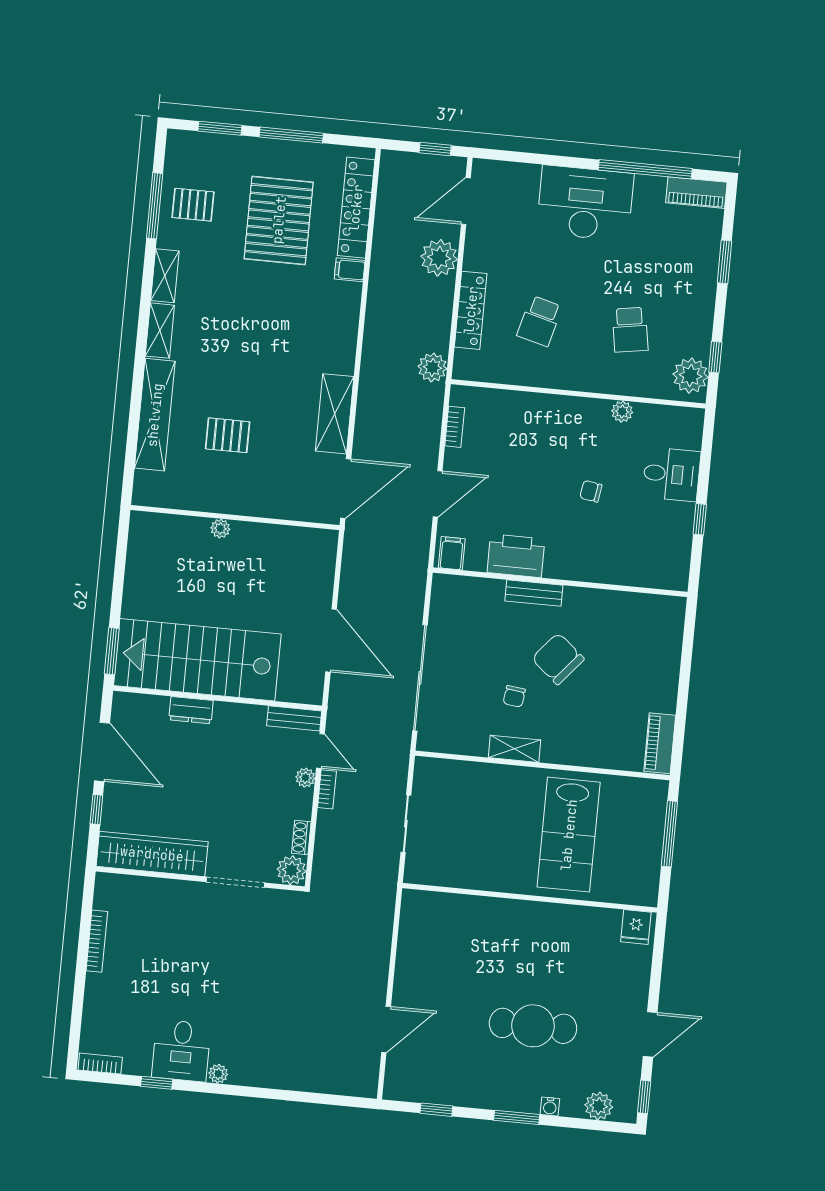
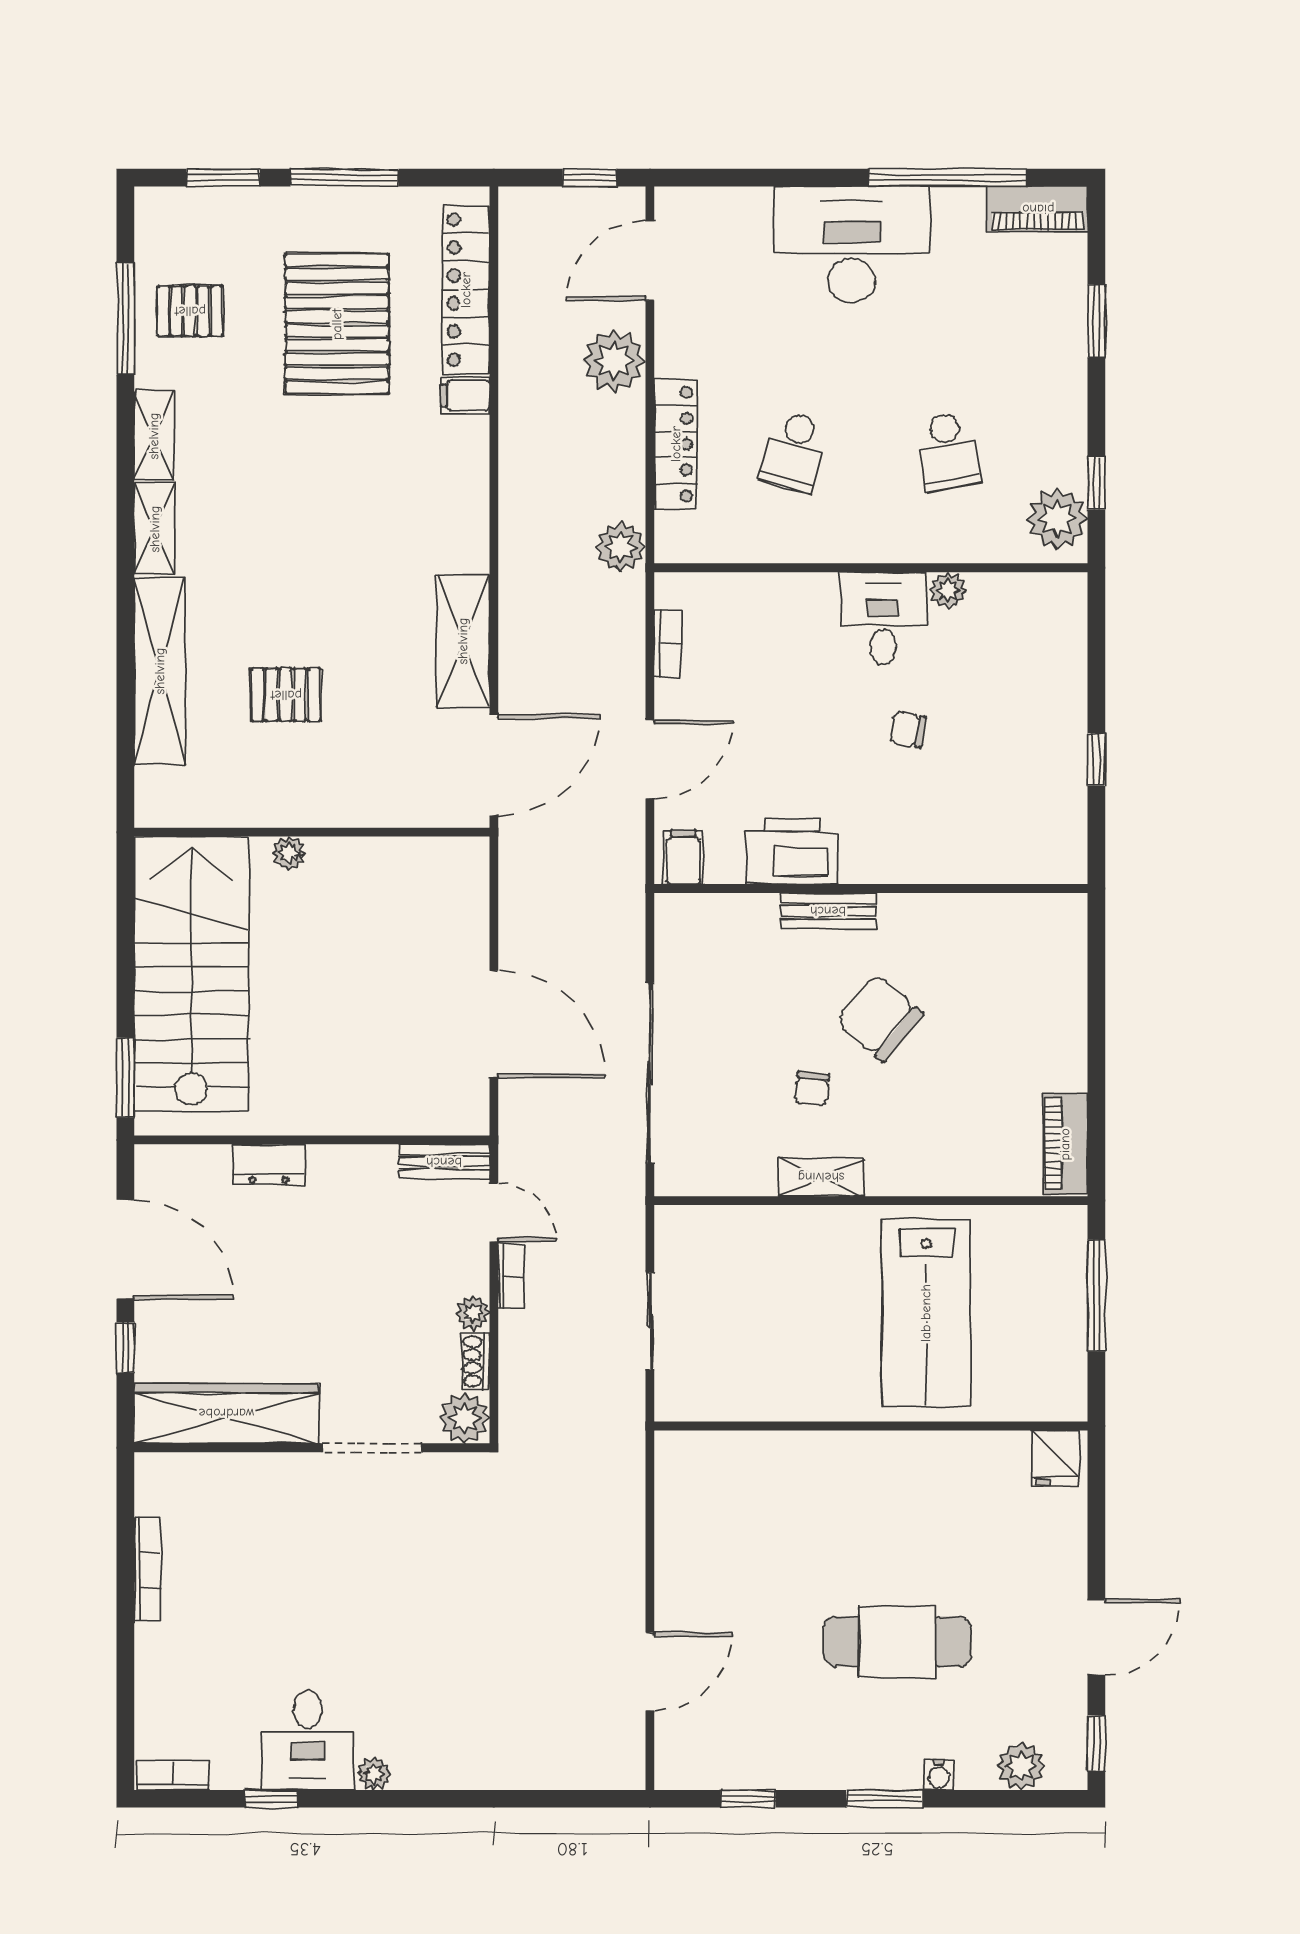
desk: (671, 474) -> (883, 618), moved, turned -90
stairs: (197, 660) -> (191, 974), moved, turned 90
plant: (305, 778) -> (473, 1313), moved

